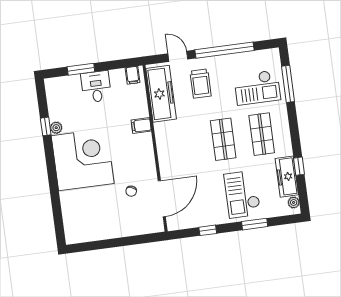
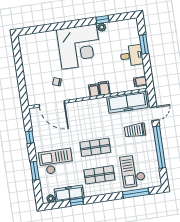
filing cabinet: (144, 140) -> (94, 90), added

